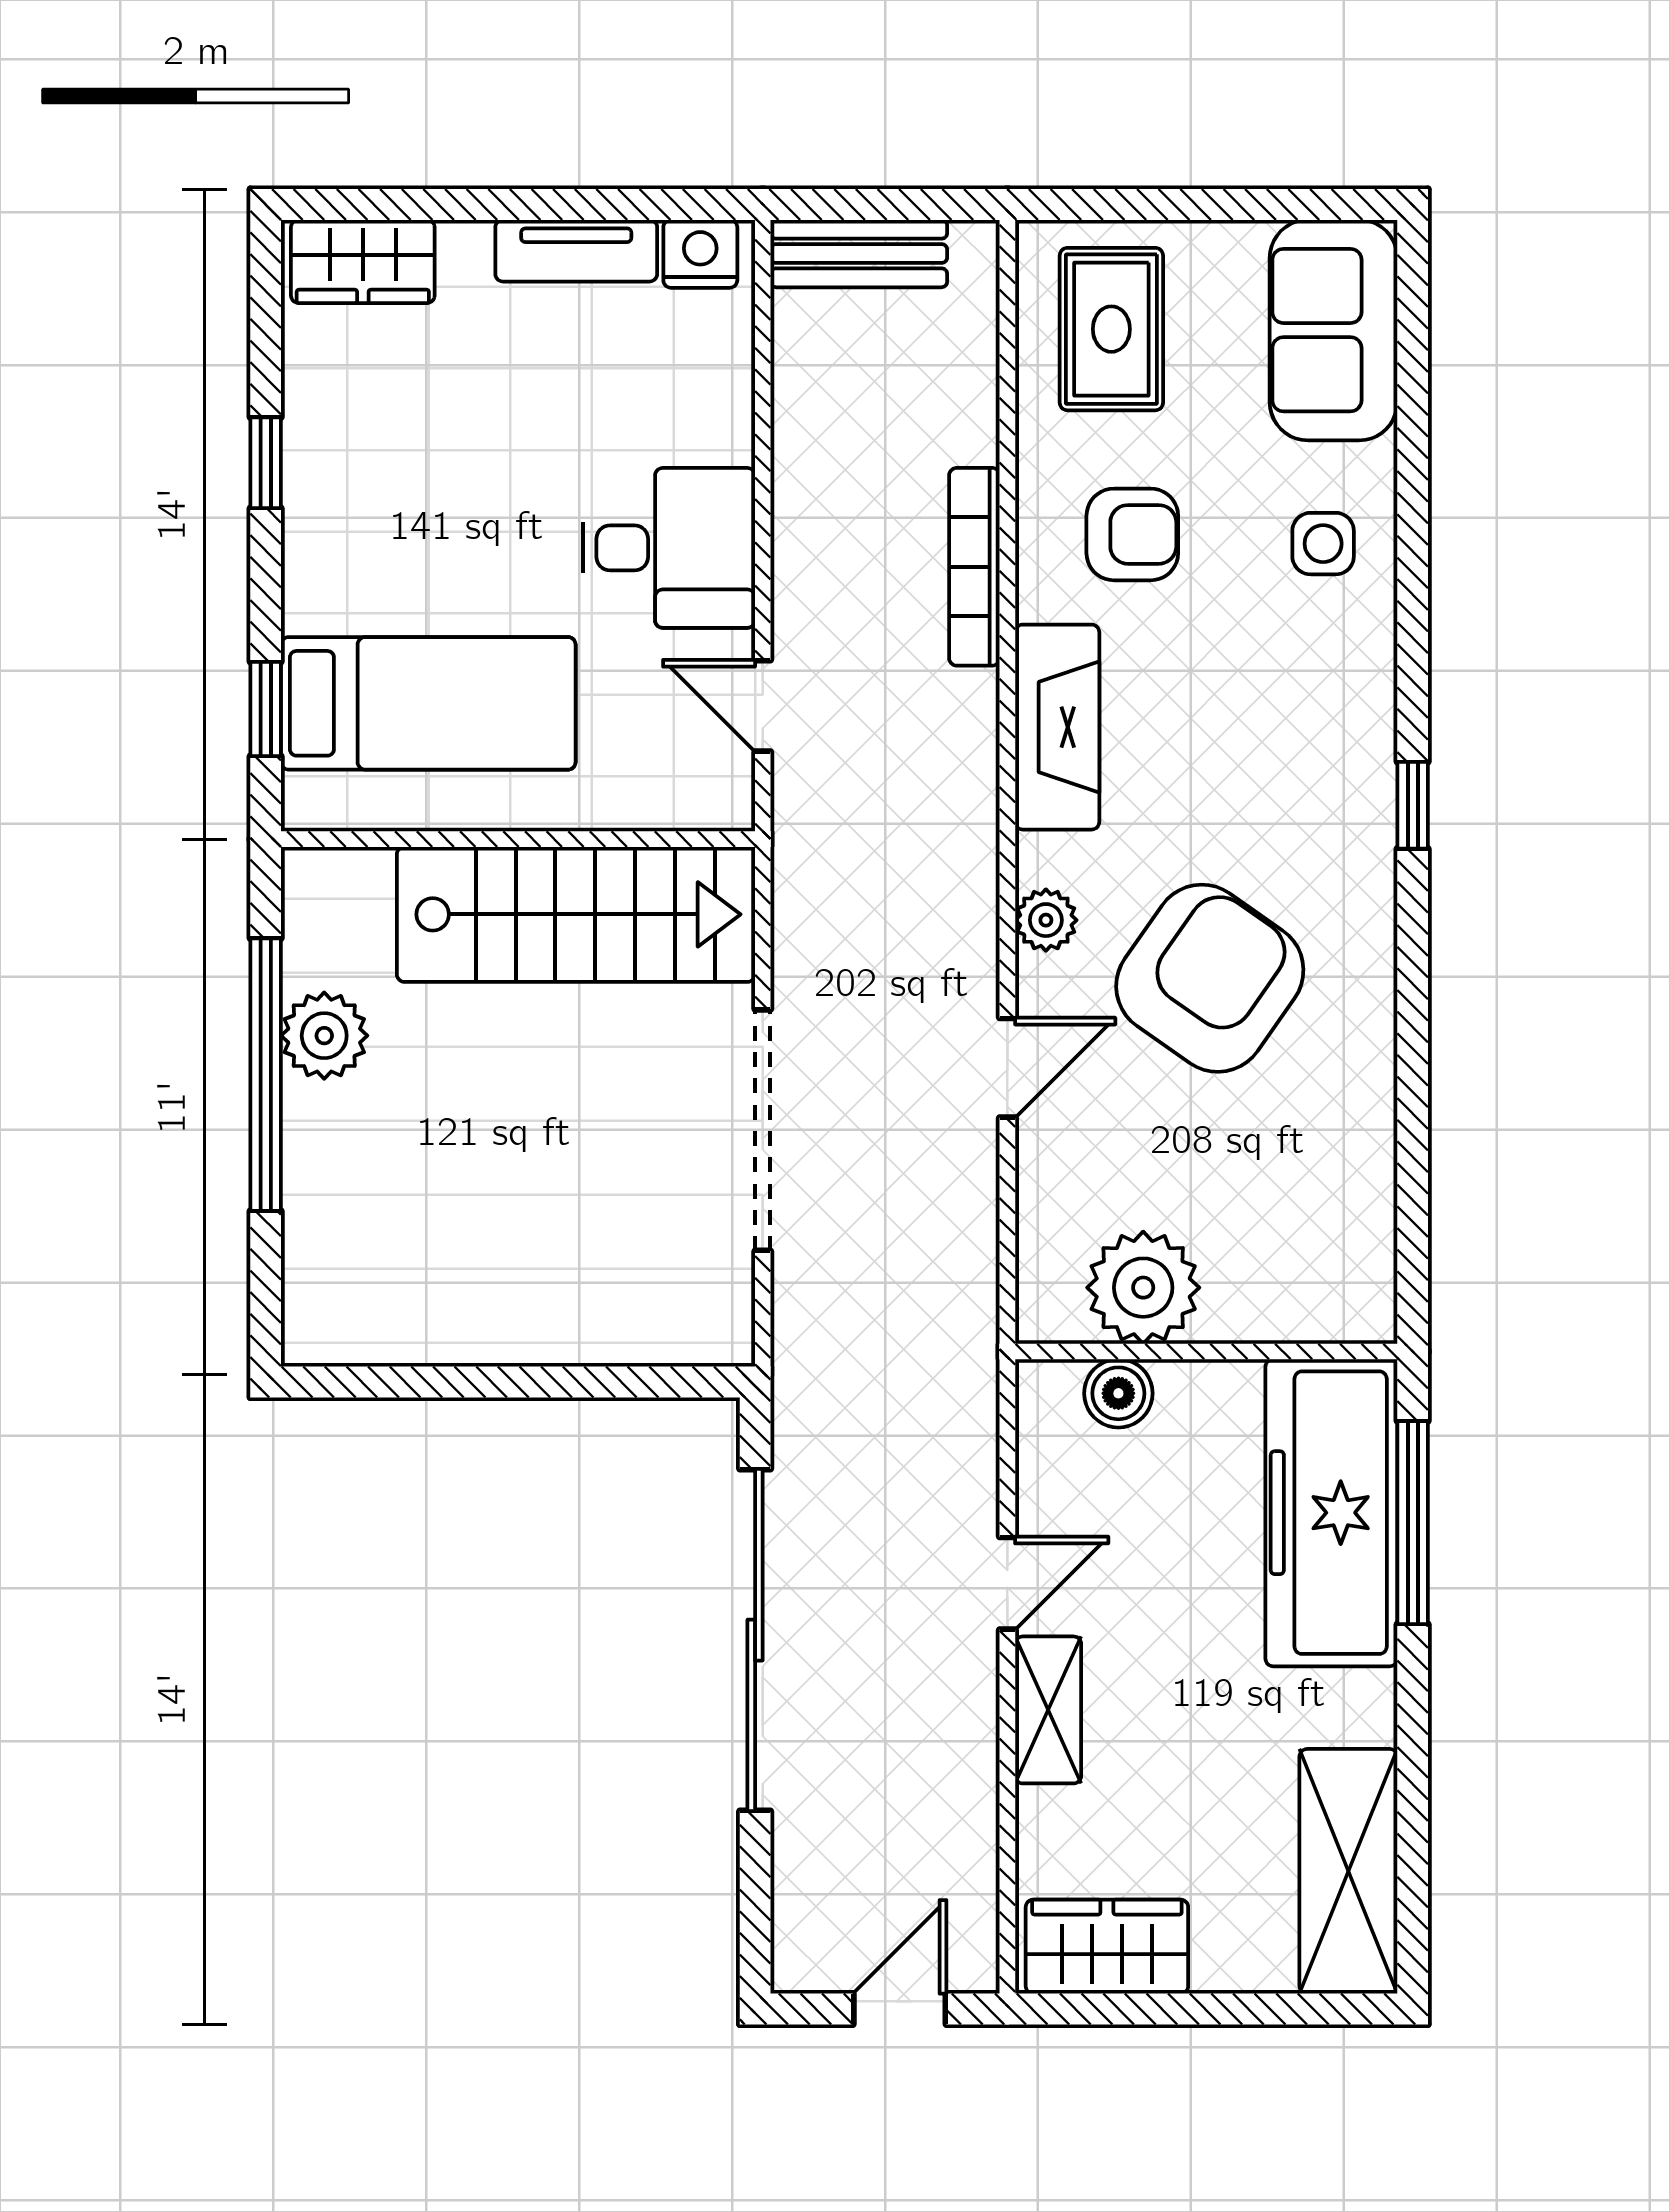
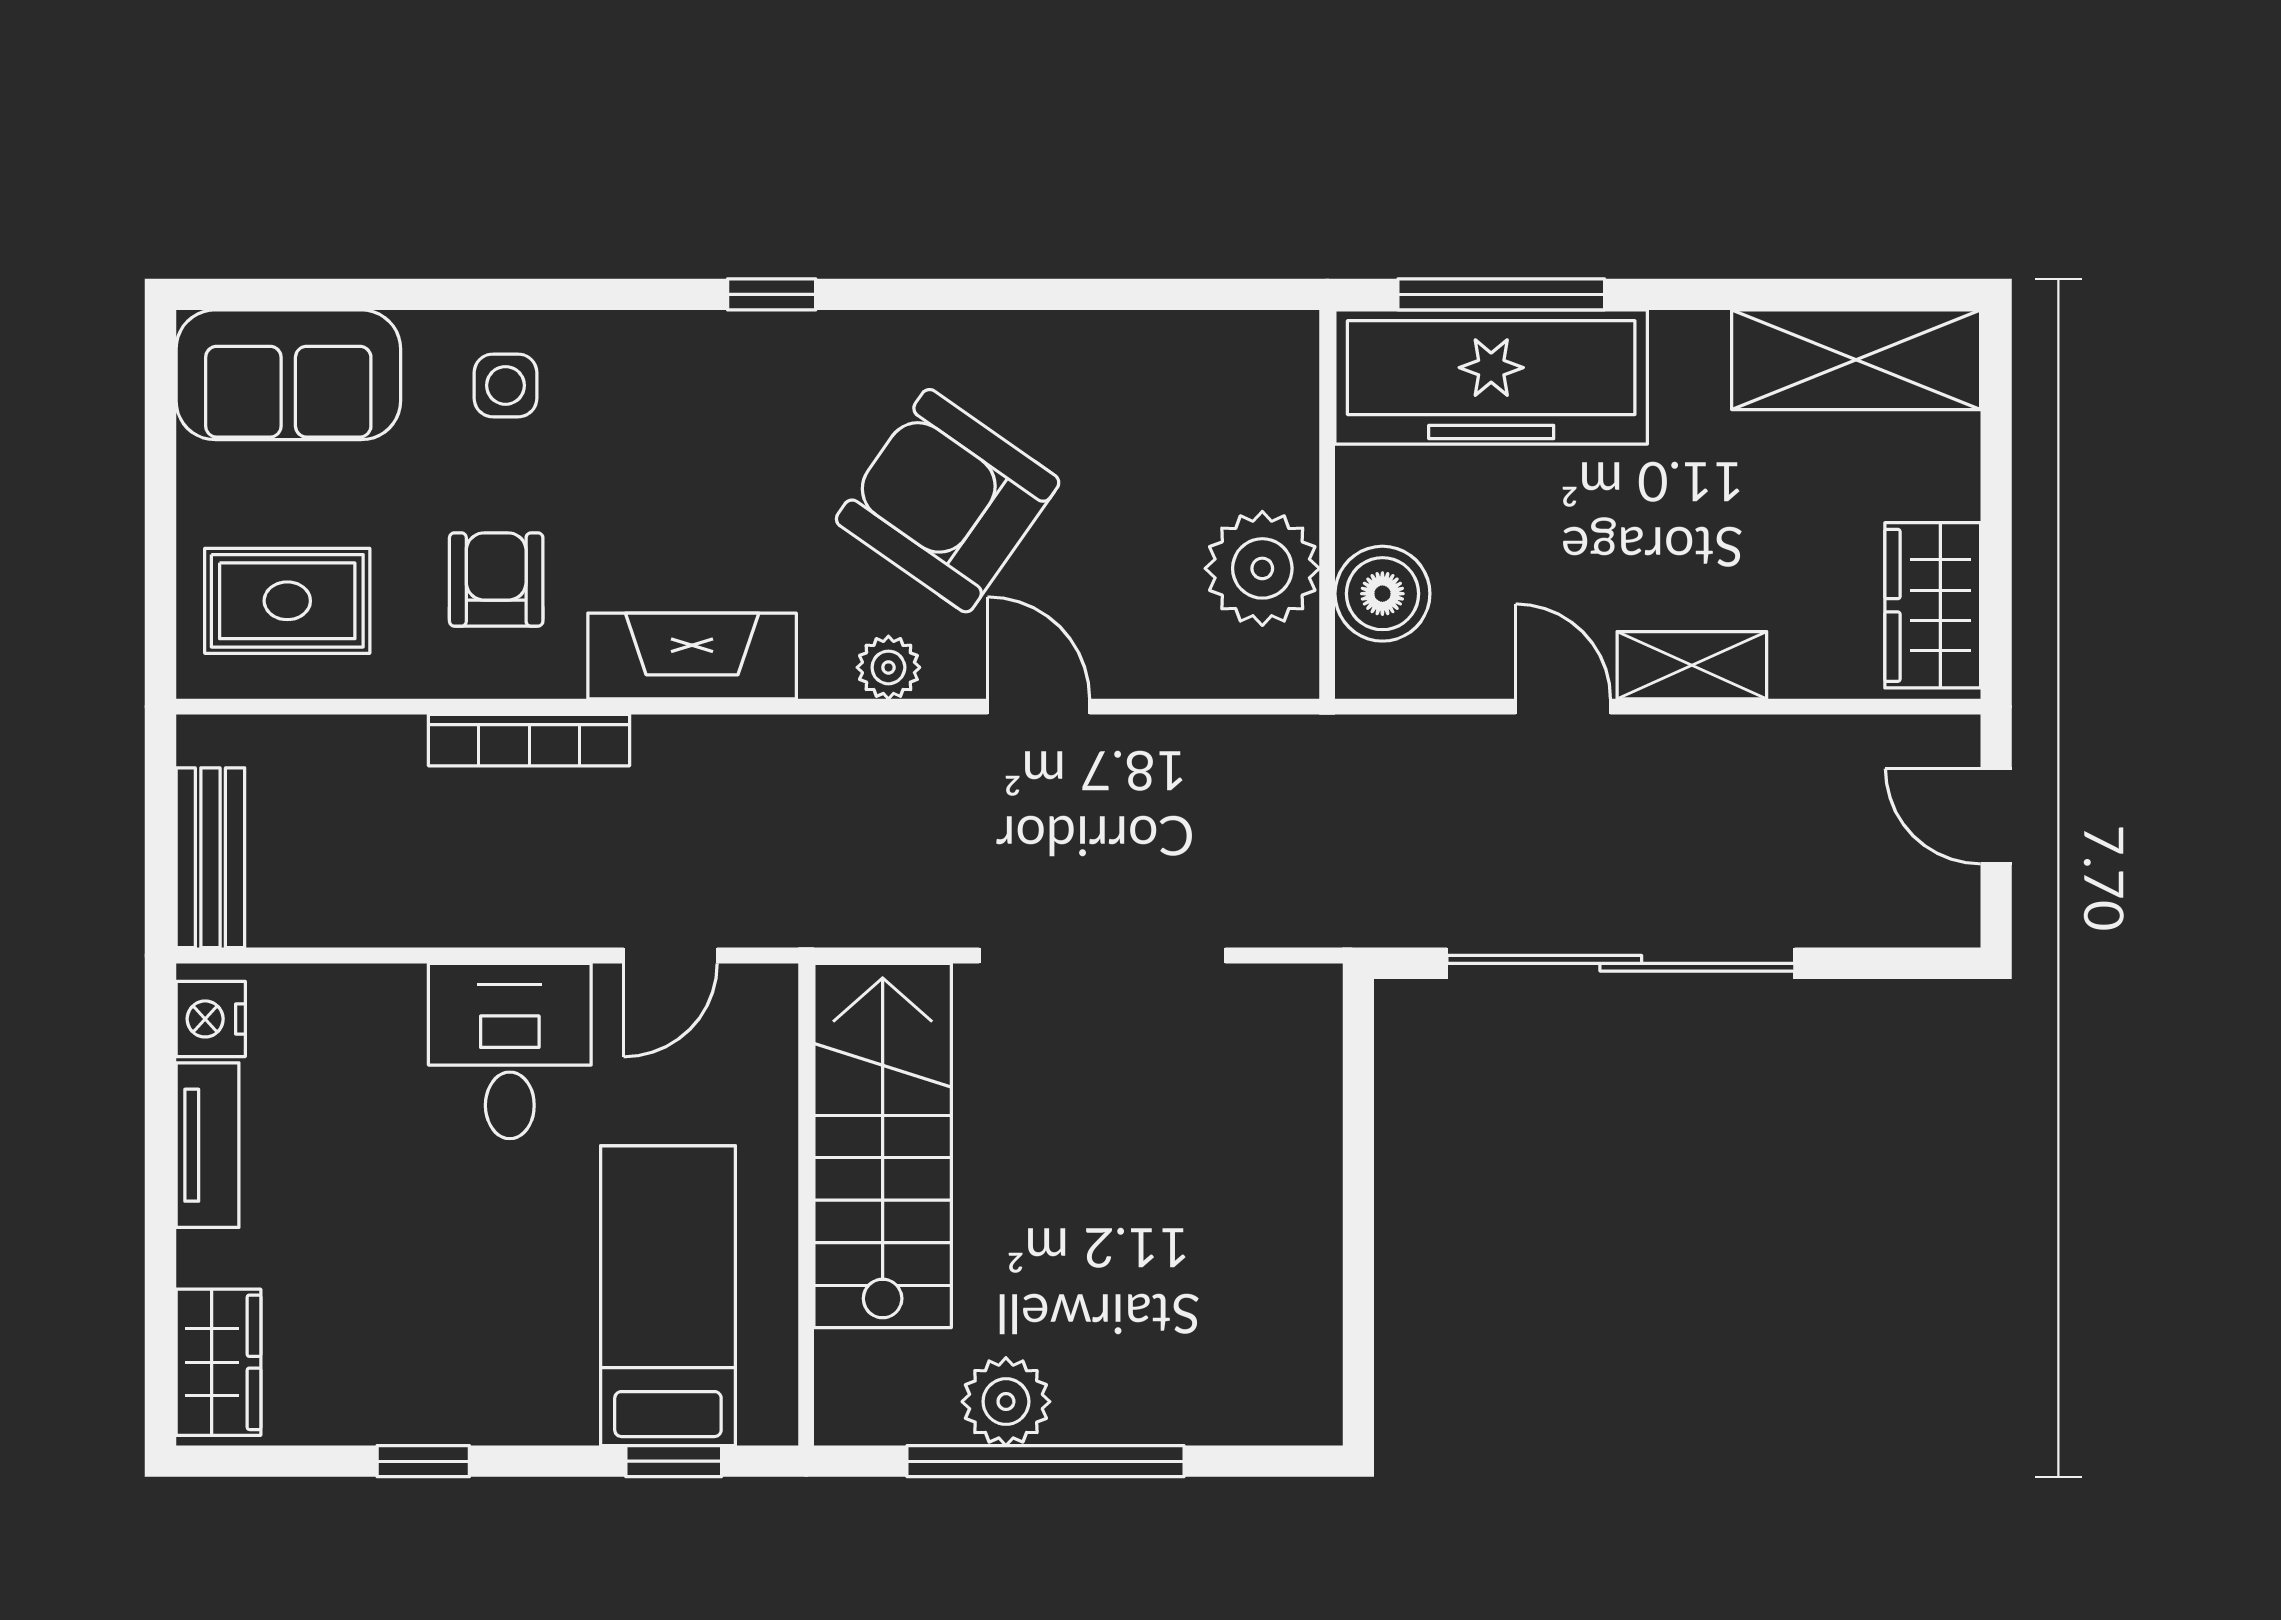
boiler: (1118, 1393) -> (1382, 594), width x1.36, depth x1.36

